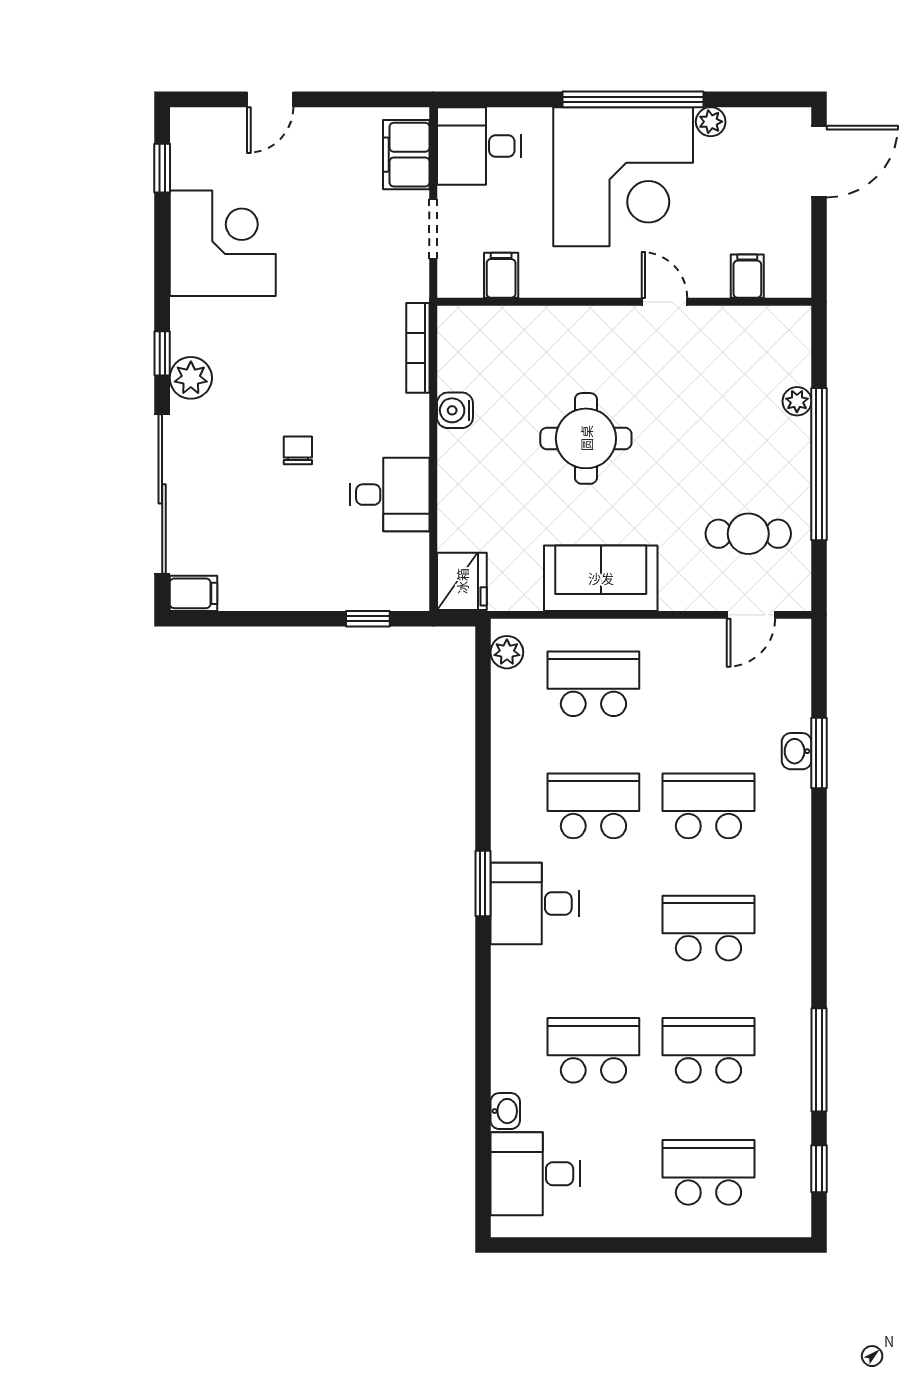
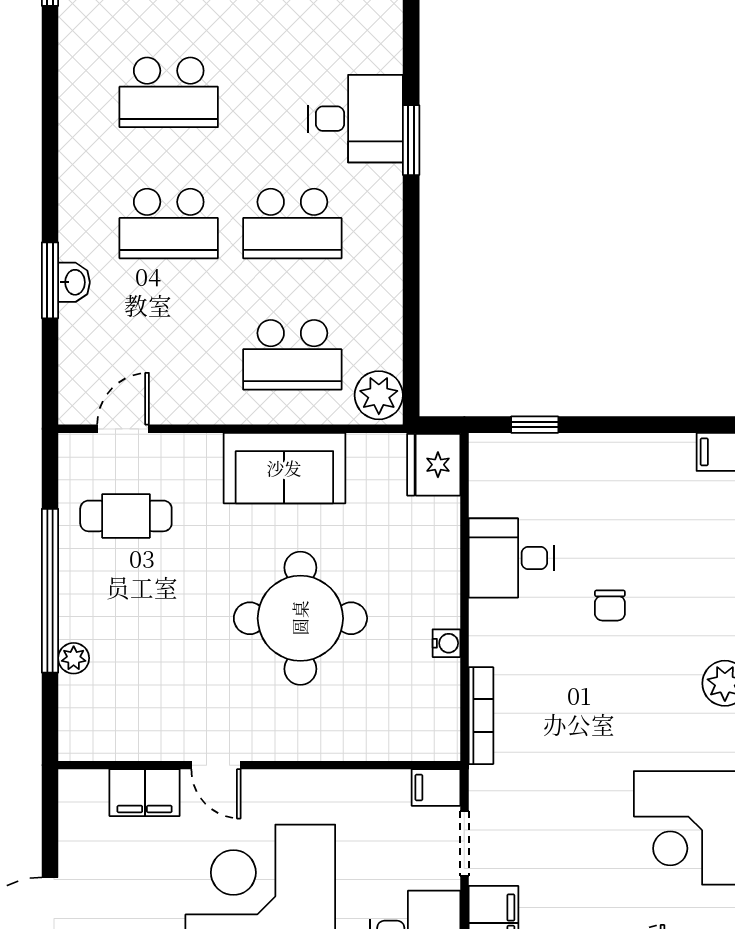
filing cabinet: (501, 275) -> (436, 787), moved, turned 90
filing cabinet: (747, 276) -> (145, 793), width x2.00
water cooler: (455, 410) -> (446, 643), width x0.72, depth x0.72
round table: (586, 438) -> (300, 618), width x1.36, depth x1.36
plant: (507, 652) -> (379, 395), width x1.38, depth x1.38

